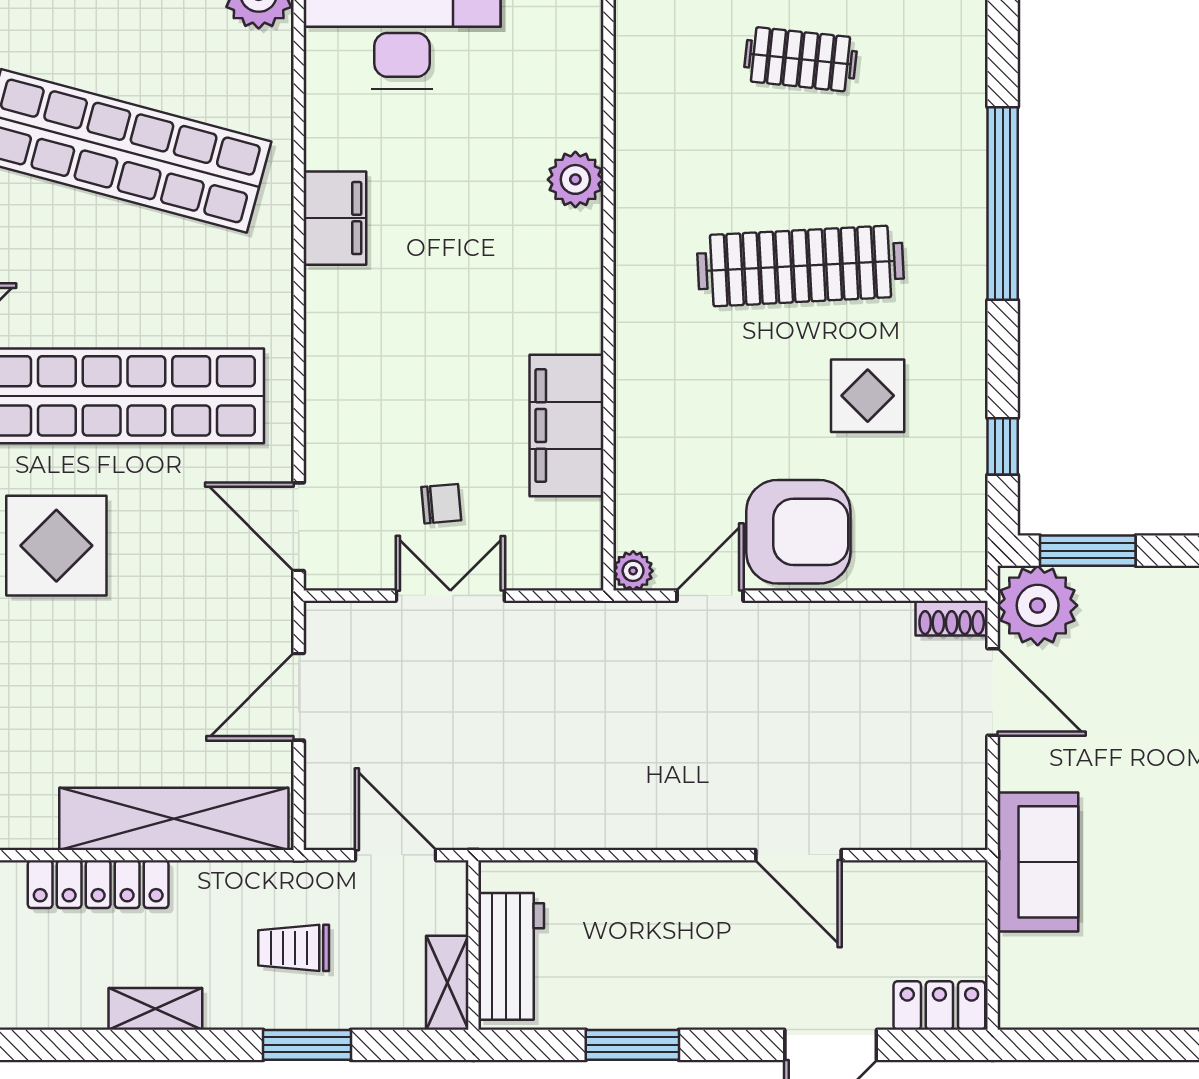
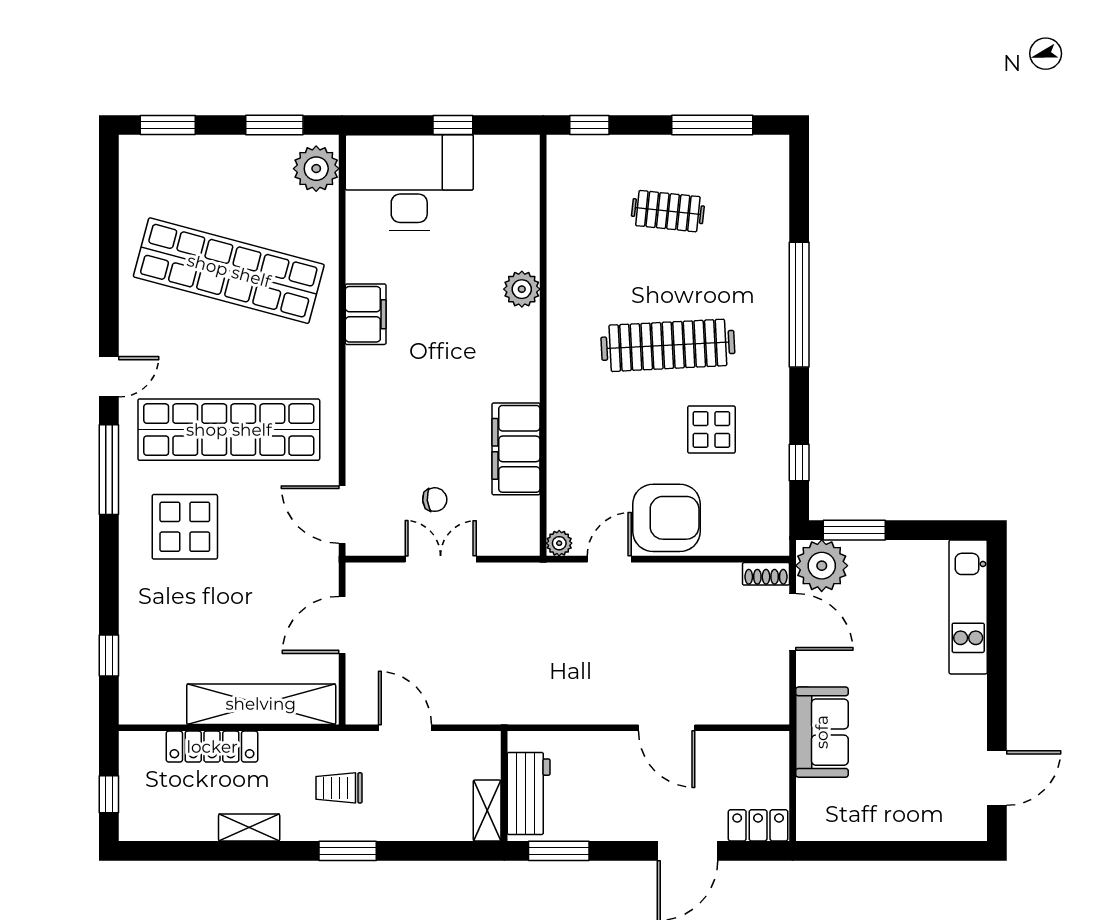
wall: (473, 945) -> (504, 786), moved
workbench: (511, 956) -> (529, 793), moved
shelving: (447, 983) -> (487, 811), moved

